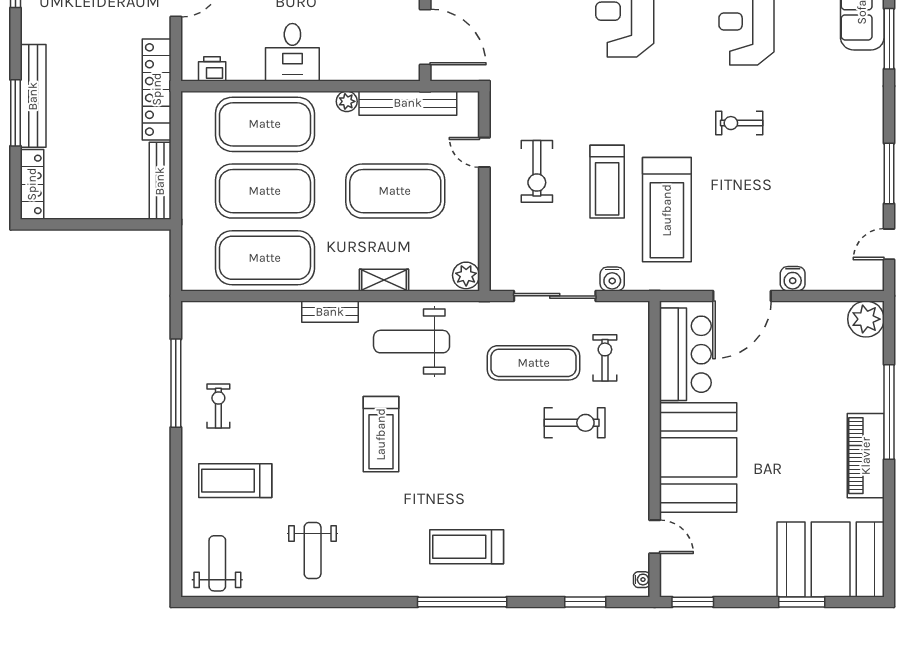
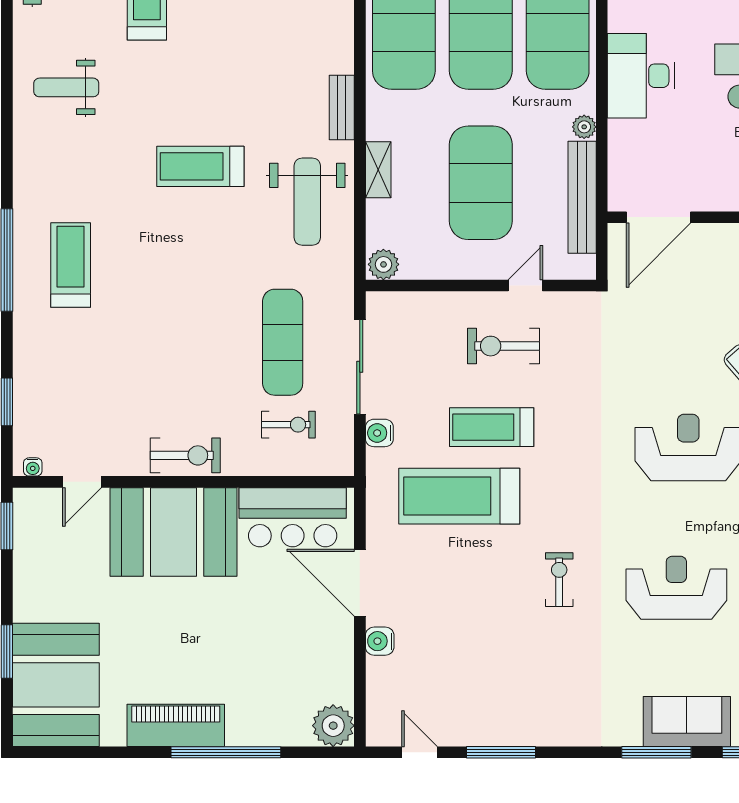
desk: (292, 52) -> (641, 76), width x1.37
weight bench: (412, 342) -> (307, 202), turned 180
exercise bike: (575, 423) -> (185, 455), moved, turned -90

